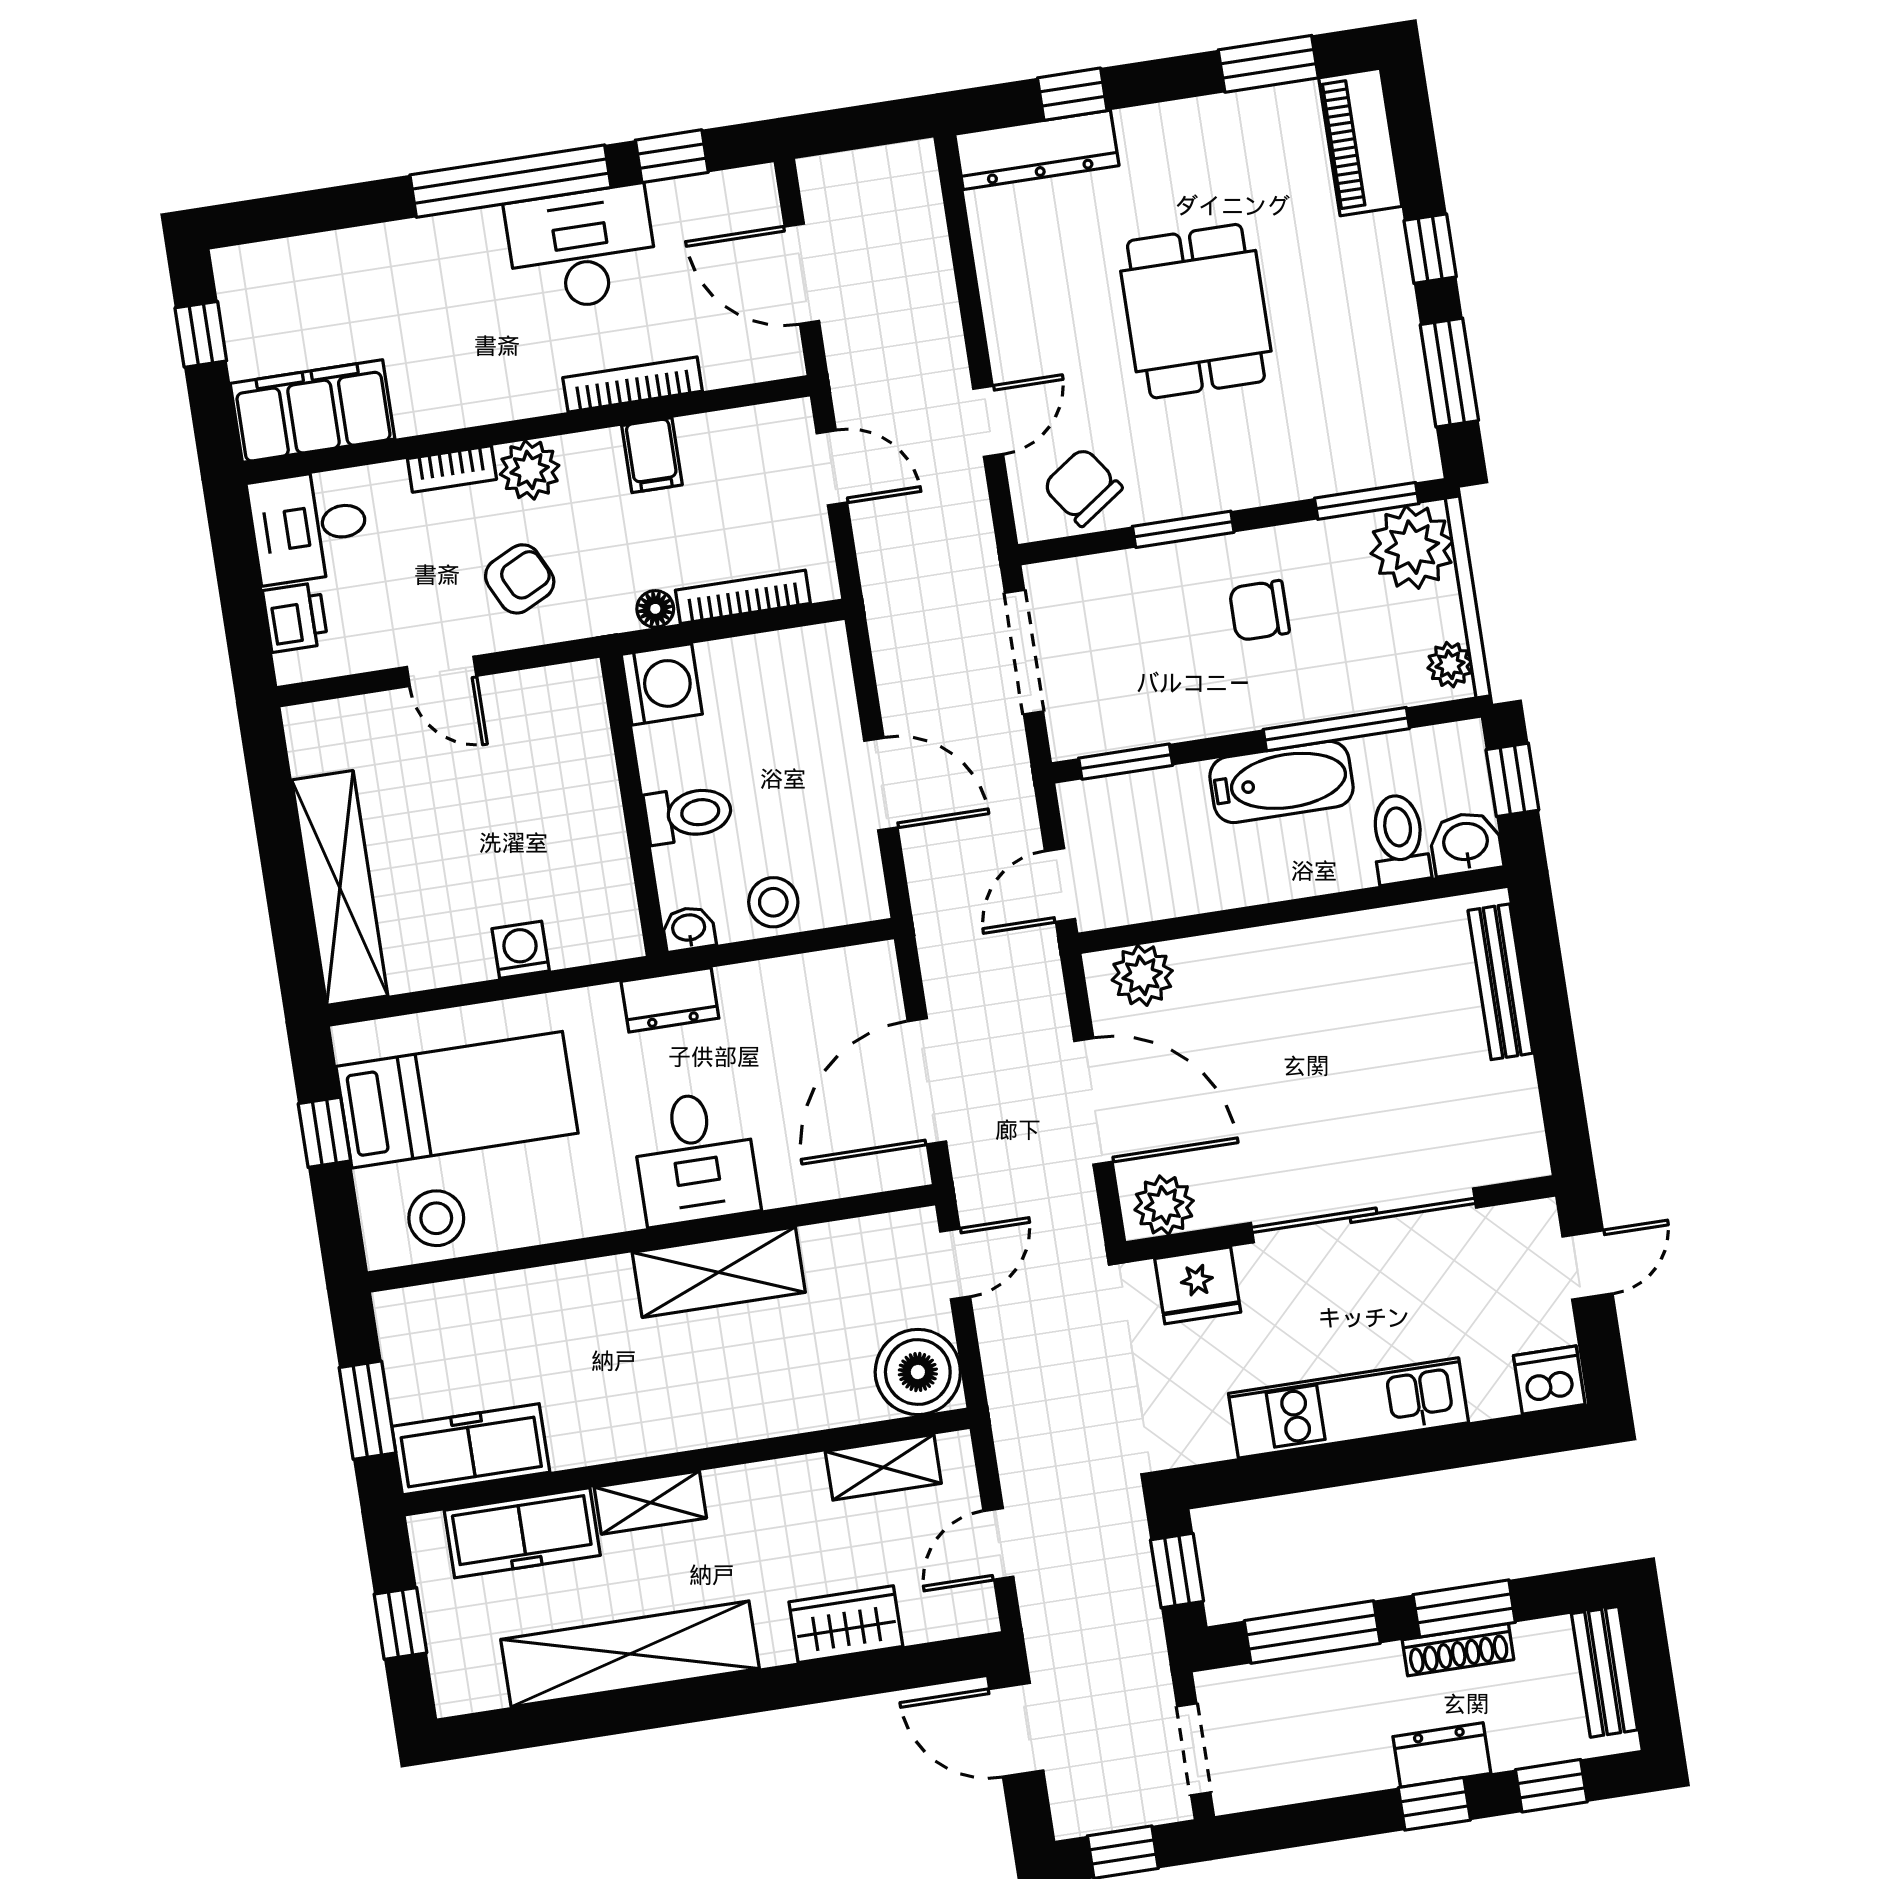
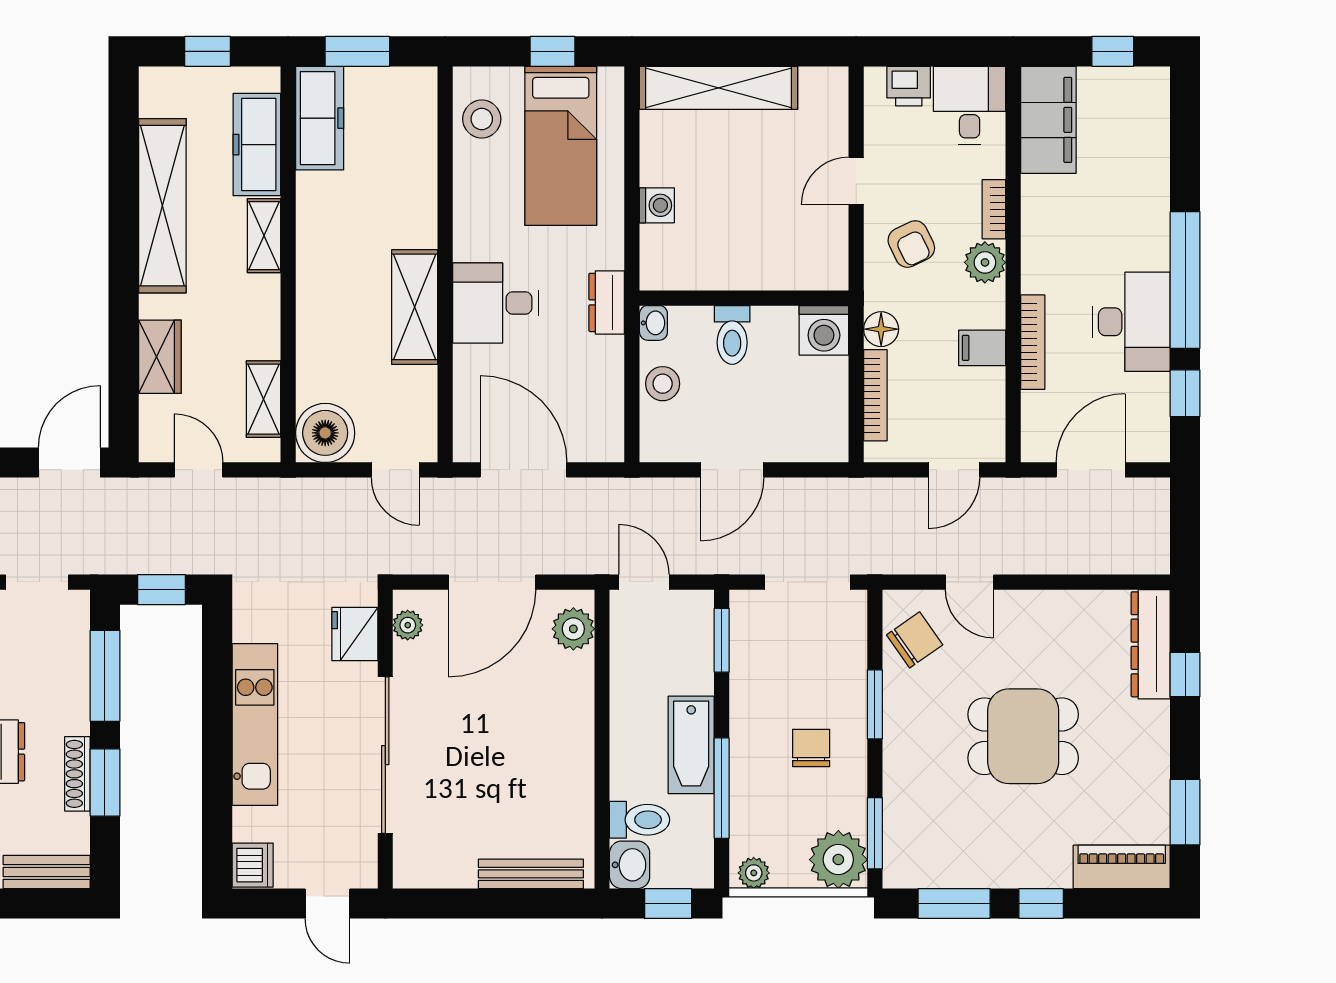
floor lamp: (655, 609) -> (881, 329), width x1.37, depth x1.37
plant: (1164, 1205) -> (408, 625), width x0.73, depth x0.73

